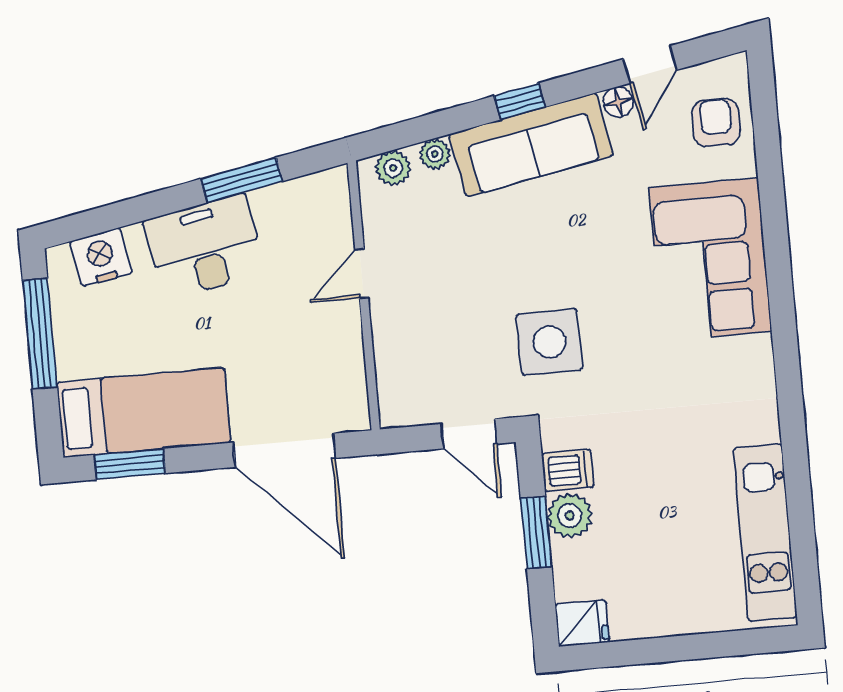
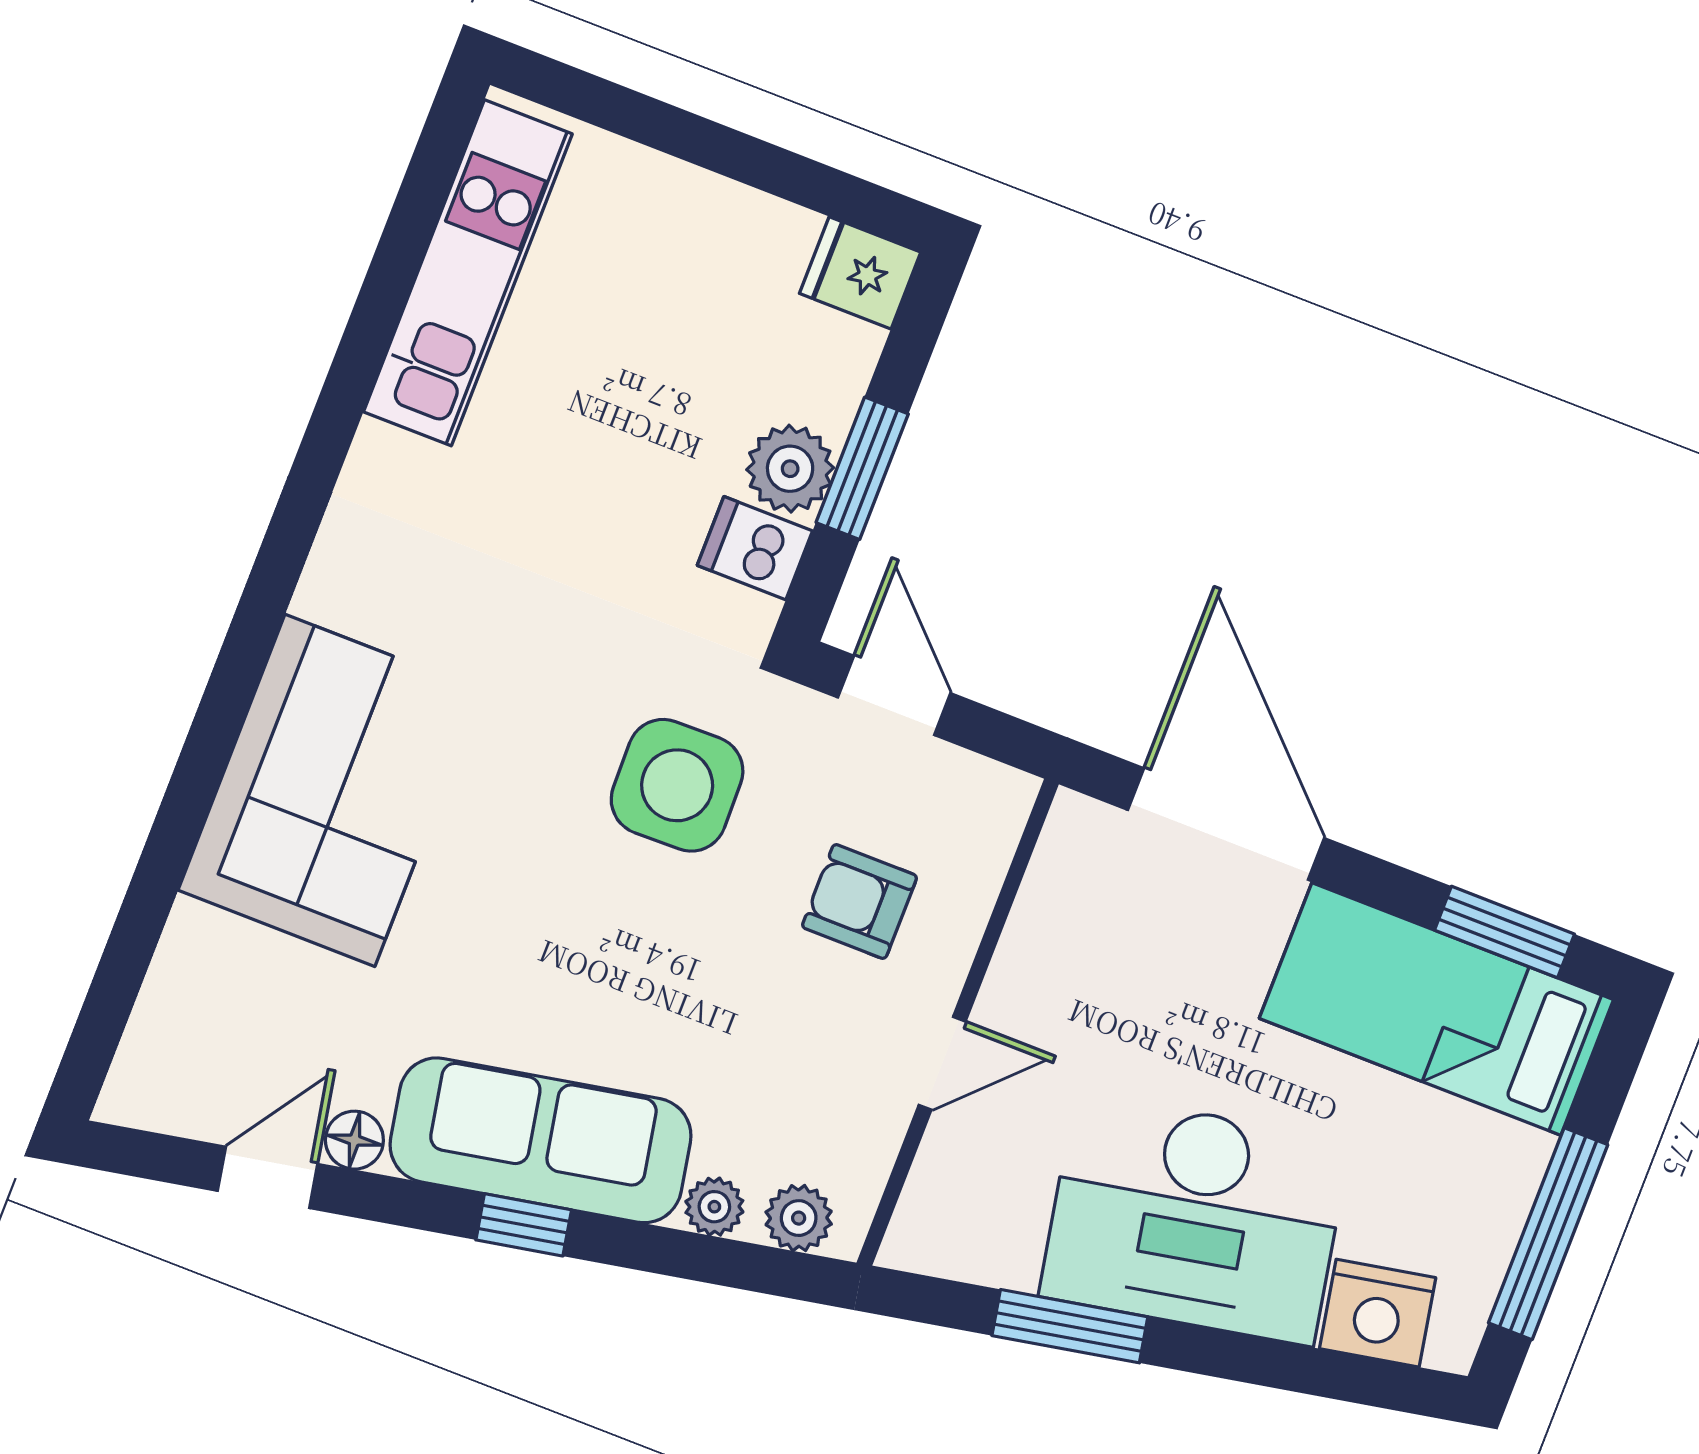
armchair: (716, 122) -> (860, 902), moved, turned 90
desk: (205, 247) -> (1195, 1219), width x1.36, depth x1.30

